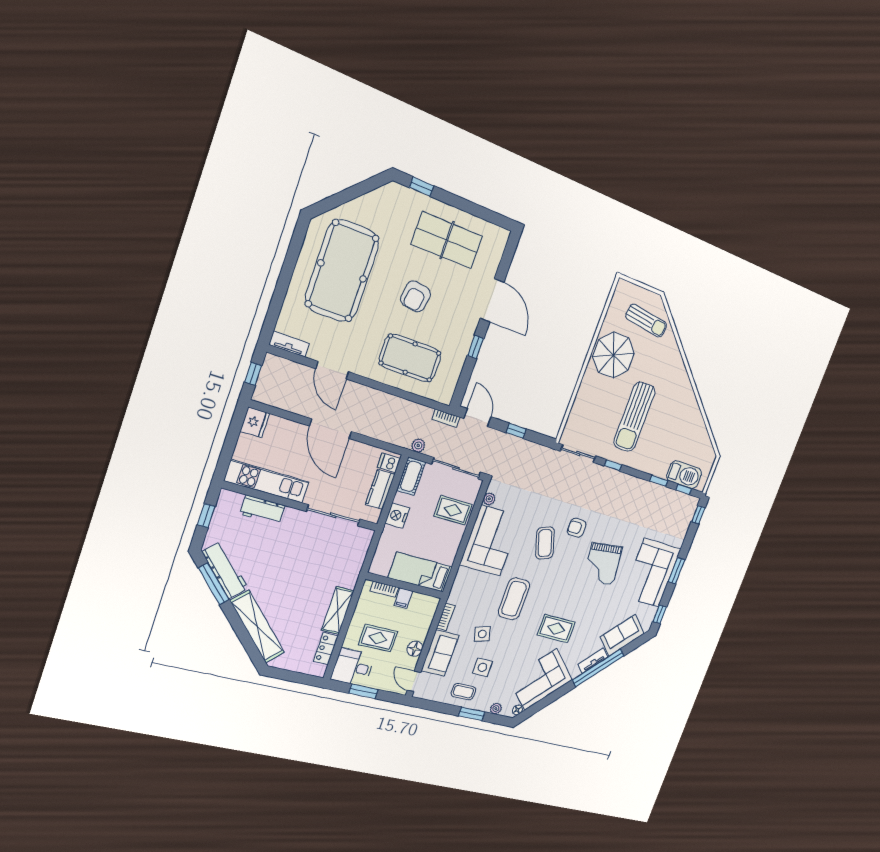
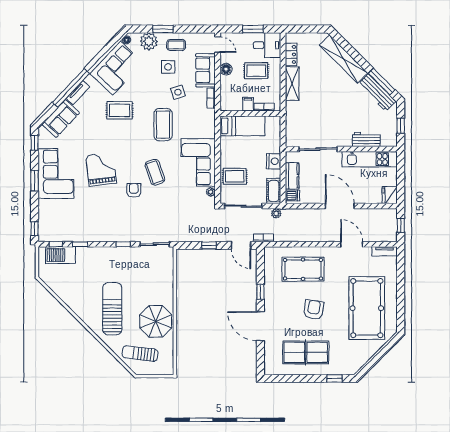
sun lounger: (634, 417) -> (112, 309), moved
armchair: (577, 528) -> (134, 190), turned -90
plant: (496, 709) -> (149, 41), width x1.88, depth x1.88

